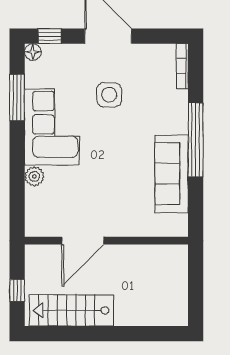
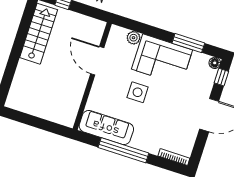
side table: (109, 95) -> (138, 92), moved
door: (83, 241) -> (97, 61), moved
wall: (106, 241) -> (92, 76), moved

